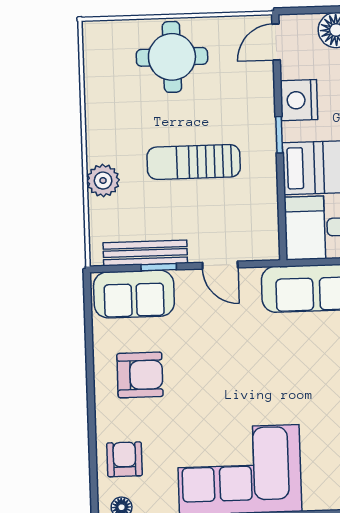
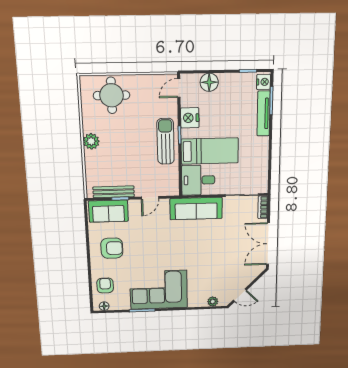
round table: (172, 57) -> (112, 95), moved
sun lounger: (194, 162) -> (166, 141), moved, turned 90
plant: (103, 181) -> (91, 141), moved
door: (220, 265) -> (150, 198), hinge flipped

